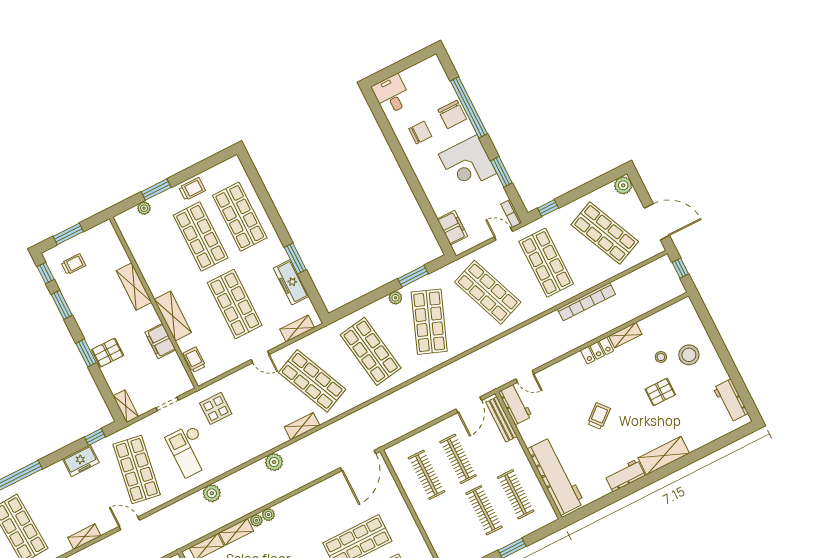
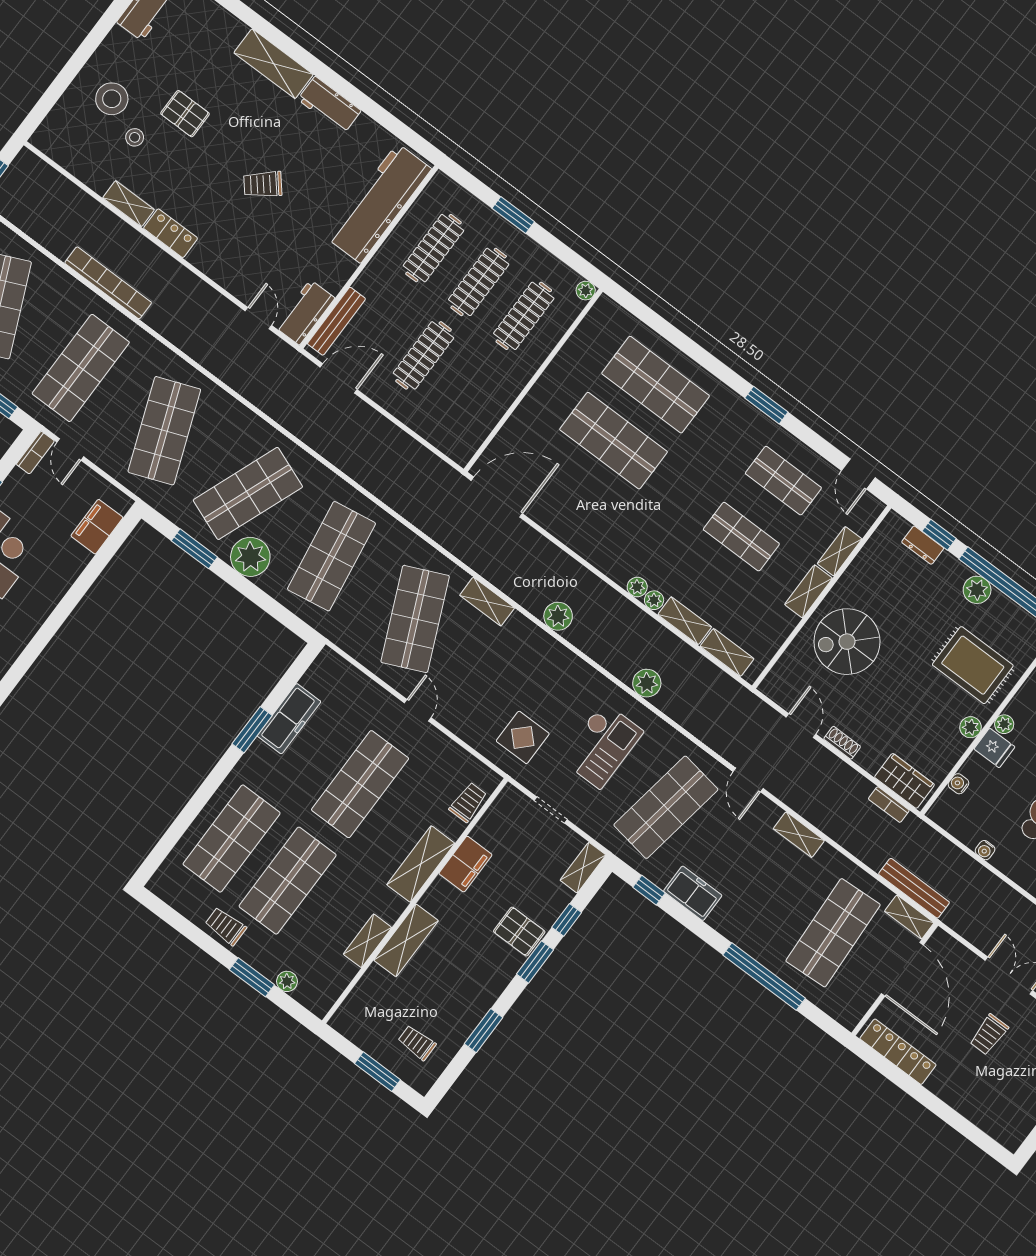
window: (46, 273) -> (567, 920), moved
plant: (395, 298) -> (250, 557), width x1.87, depth x1.87
shelving: (297, 328) -> (367, 941), moved, turned 90
trolley: (194, 360) -> (468, 802), turned 180
clothes rail: (426, 475) -> (524, 316), moved

